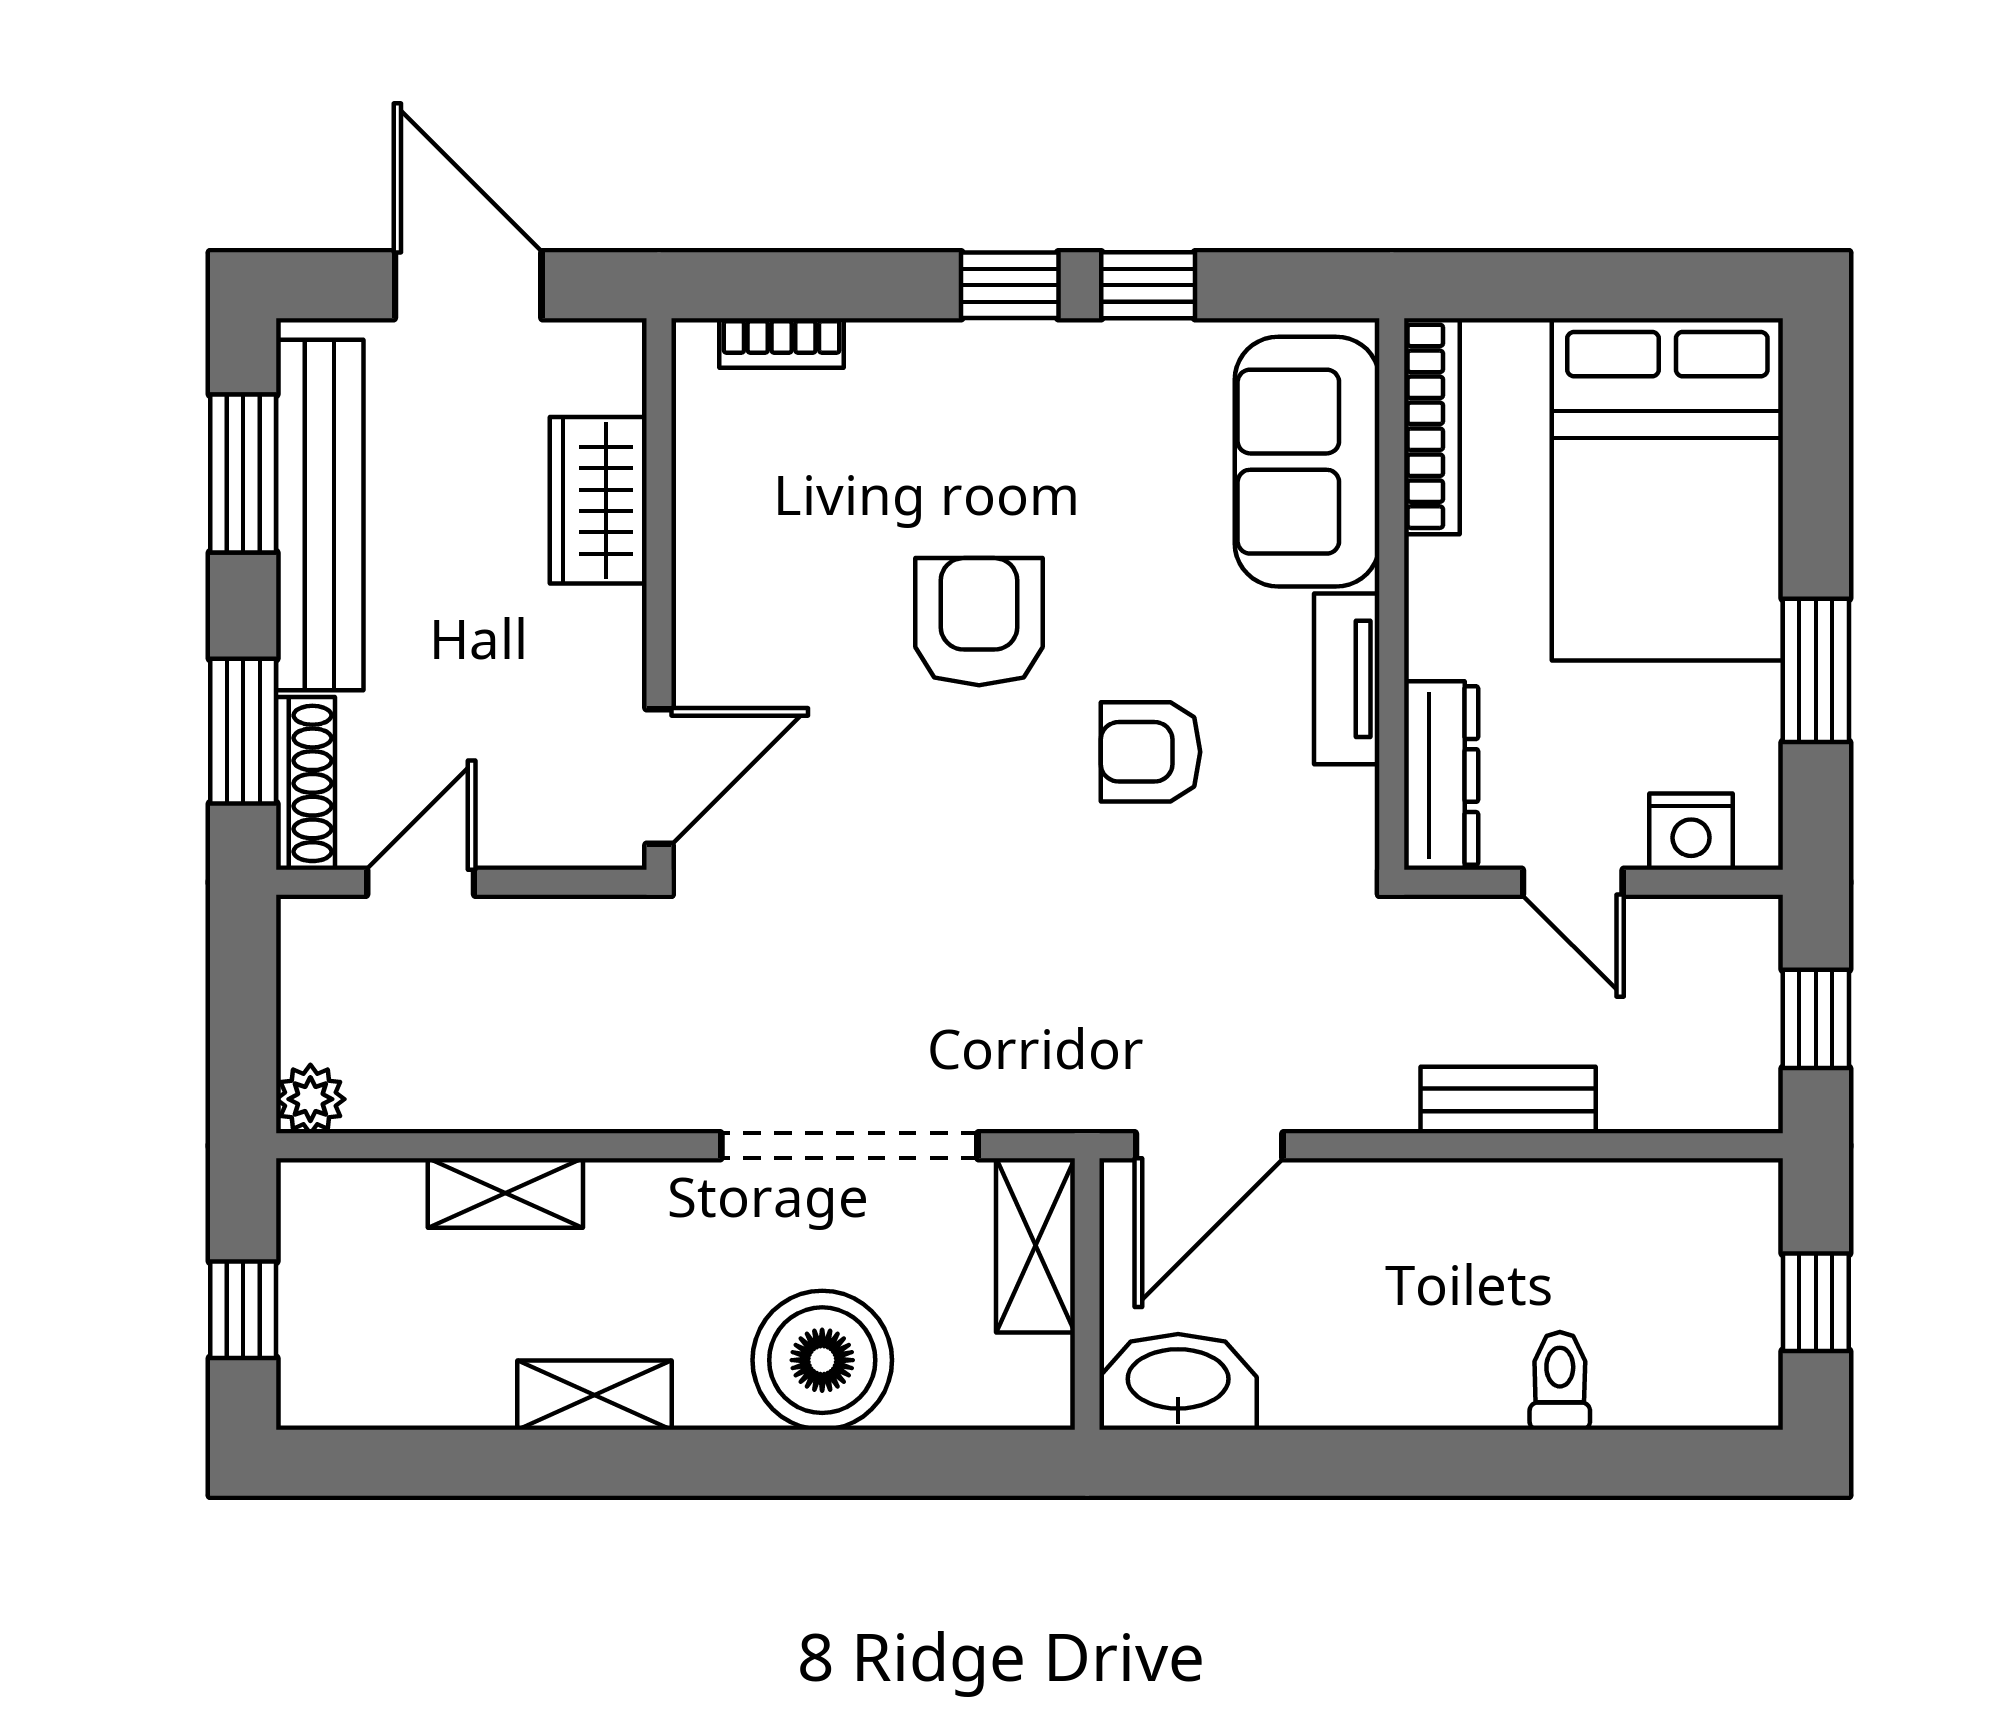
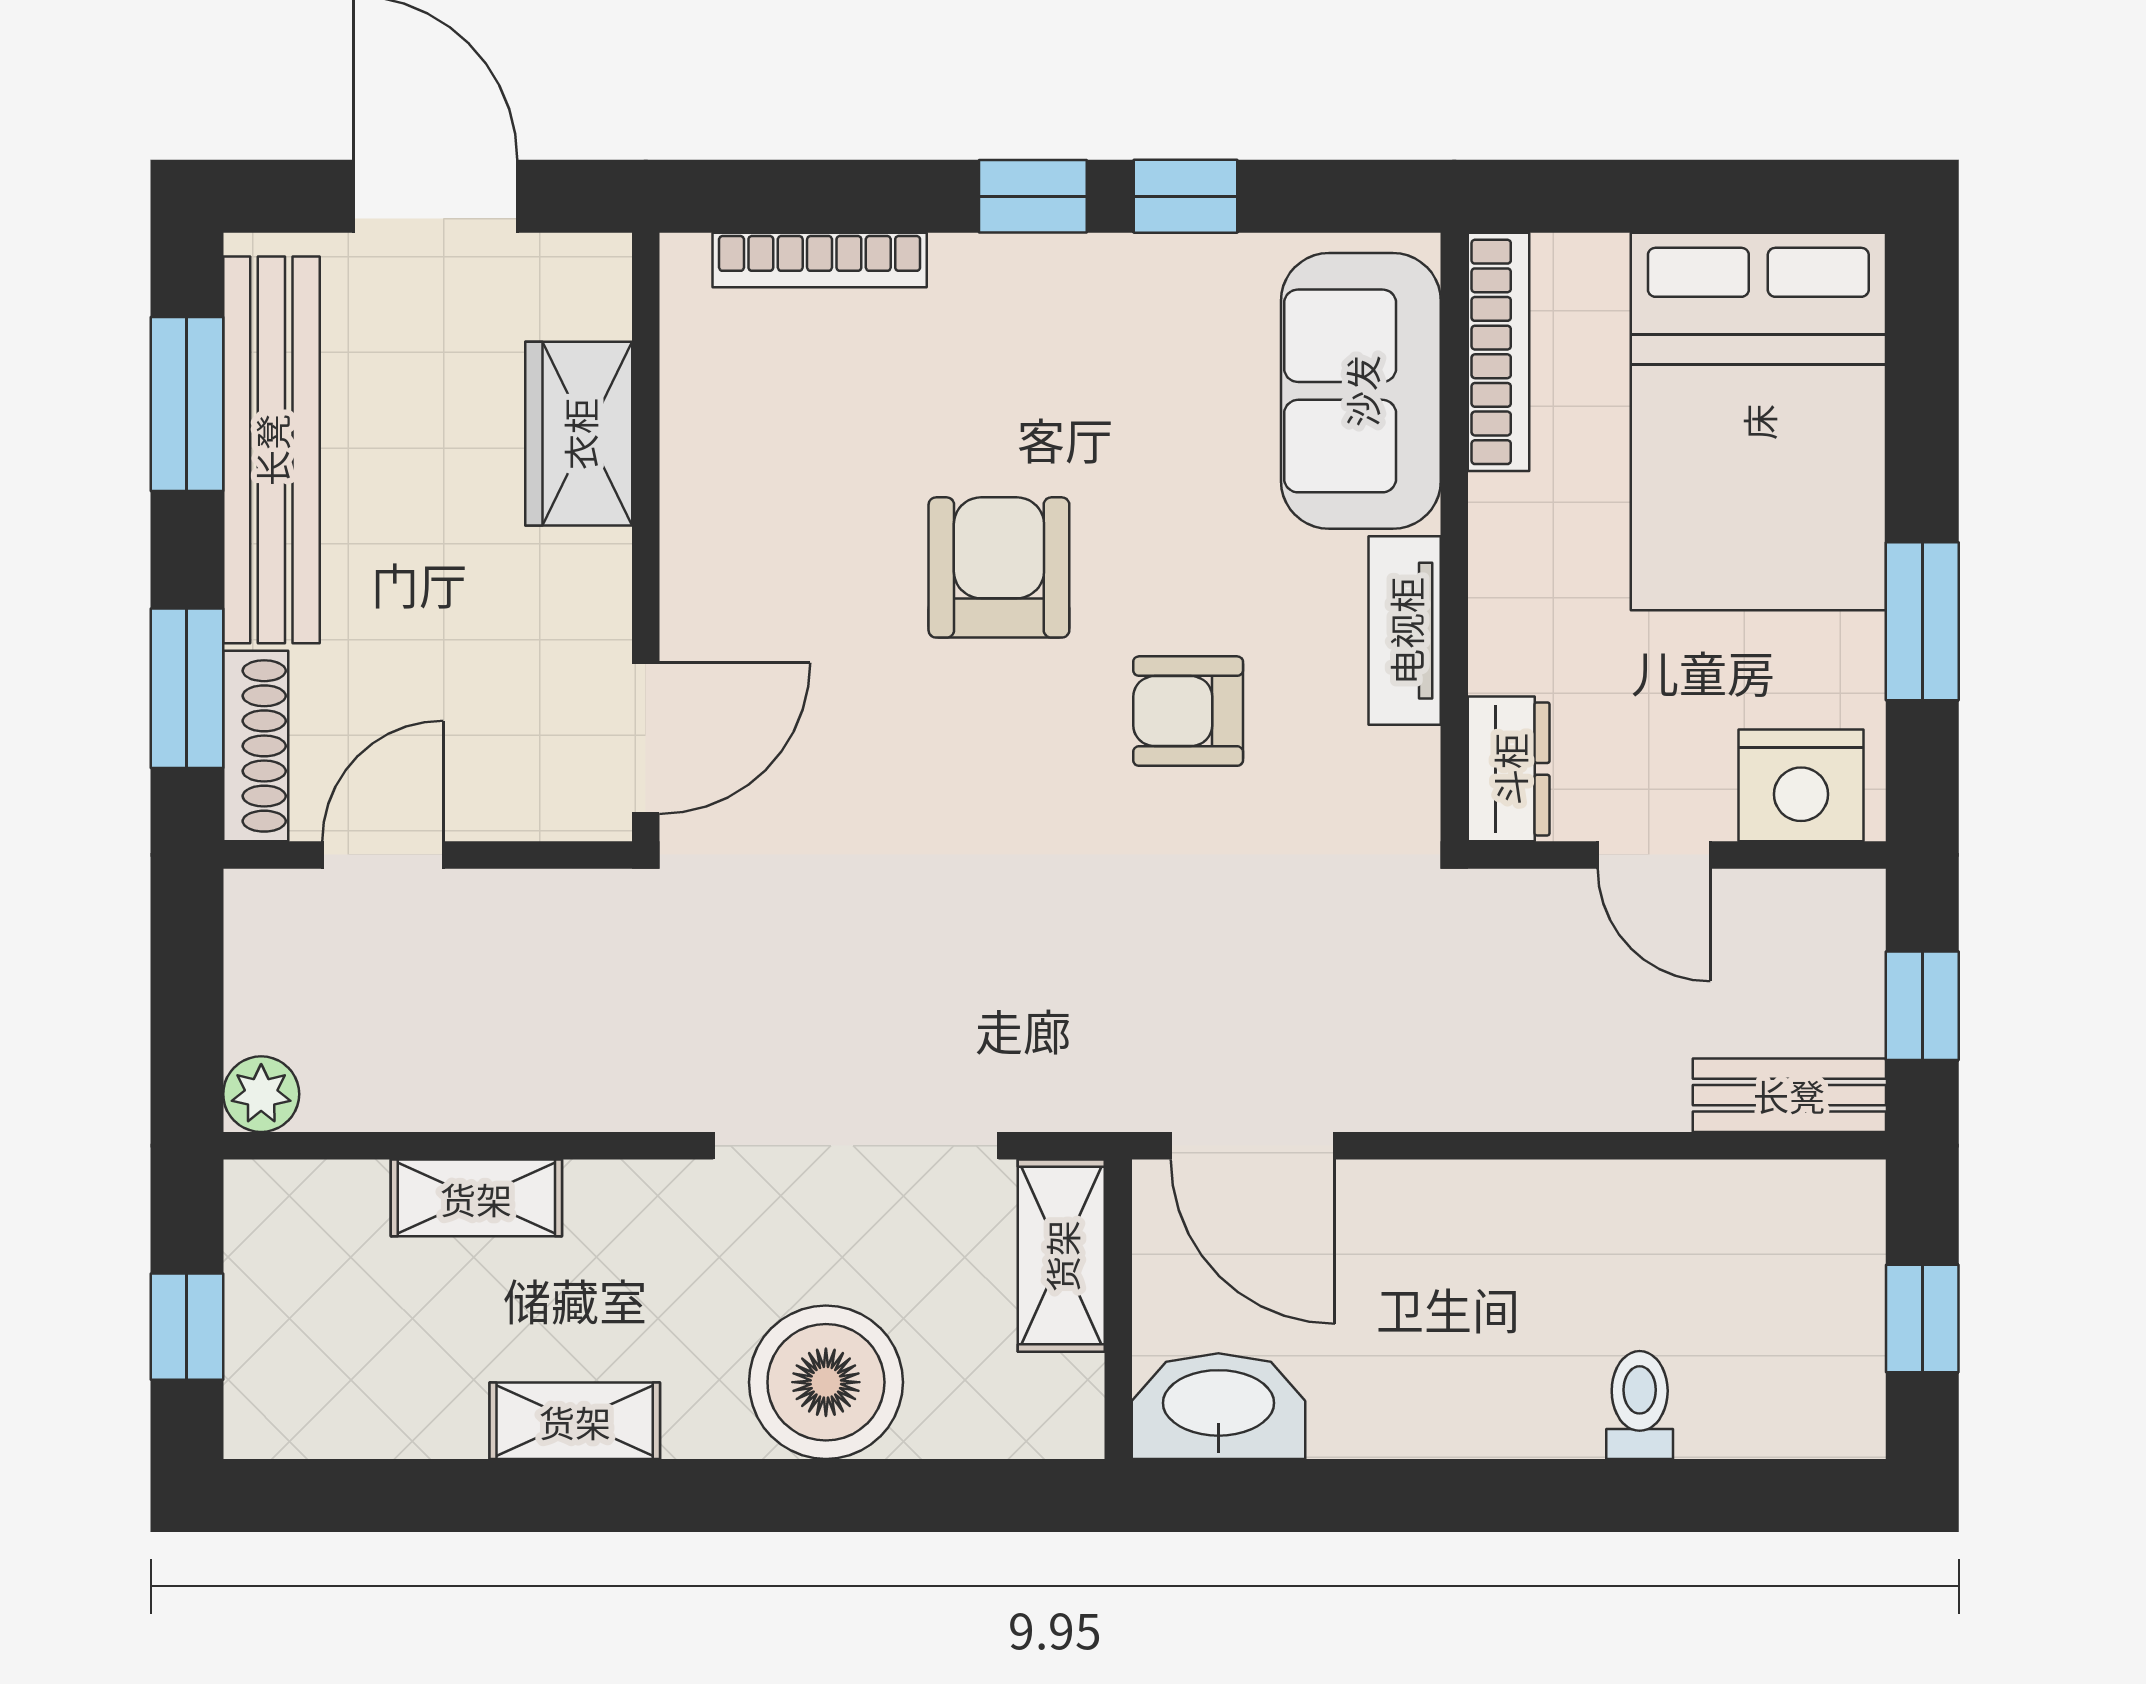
bookcase: (782, 343) -> (820, 260), width x1.56
dresser: (1441, 776) -> (1509, 769), width x0.70
nightstand: (1691, 832) -> (1801, 785), width x1.36, depth x1.33
bench: (1508, 1100) -> (1789, 1095), moved
door: (1209, 1146) -> (1253, 1146), hinge flipped

